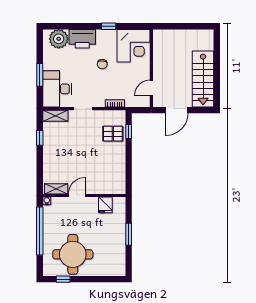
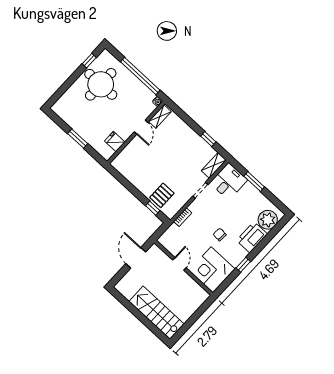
stairs: (203, 79) -> (157, 313), moved
door: (151, 88) -> (179, 264), moved
desk: (57, 89) -> (229, 181), width x0.73

